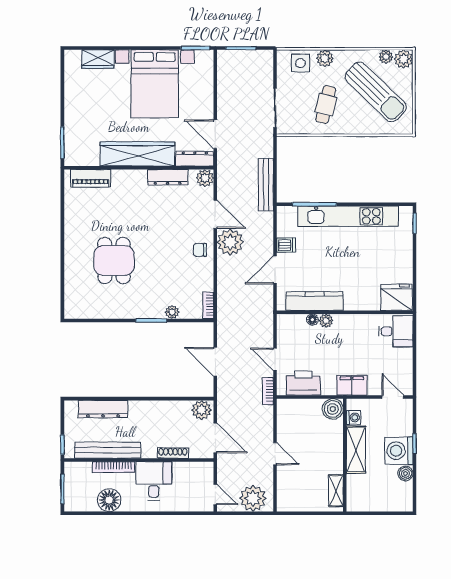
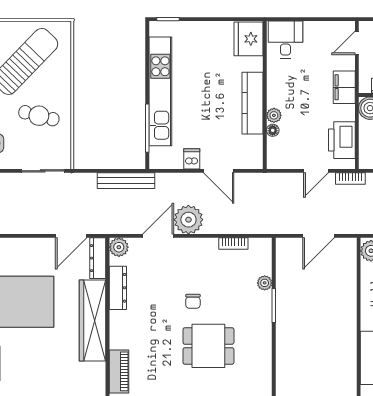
chair: (200, 250) -> (193, 301), moved
kitchen counter: (315, 301) -> (253, 103), moved
bookcase: (208, 305) -> (233, 244), moved

